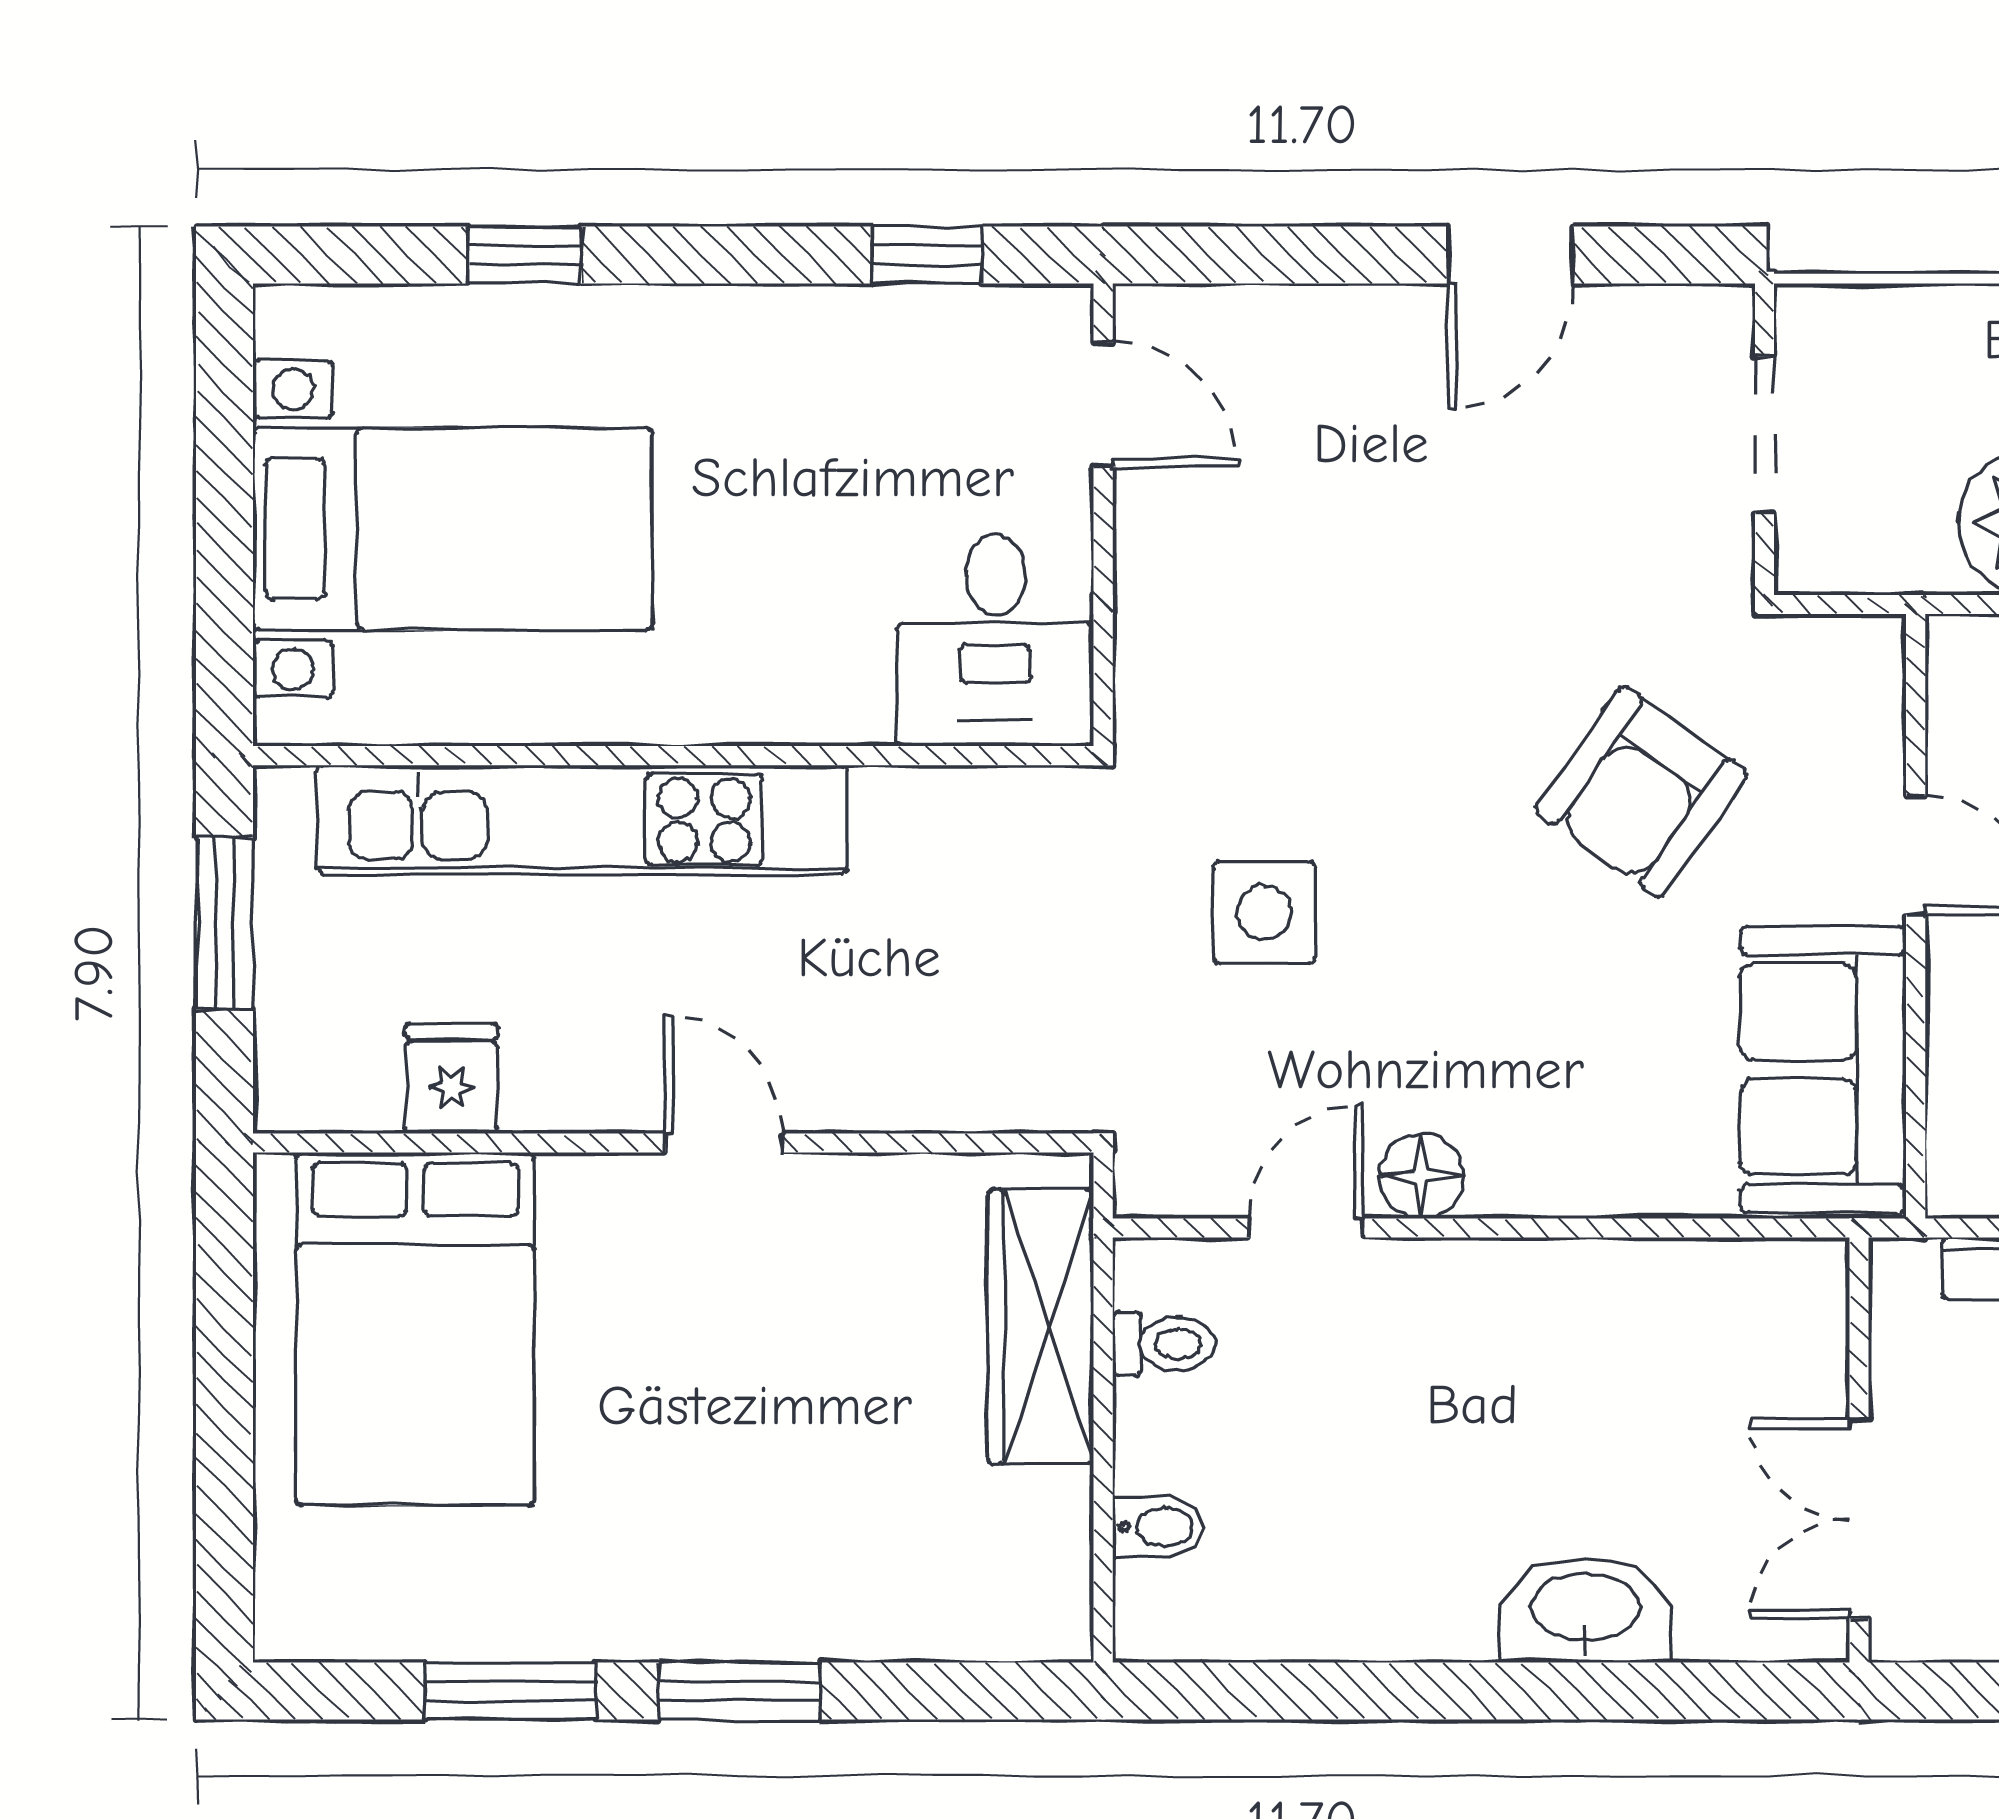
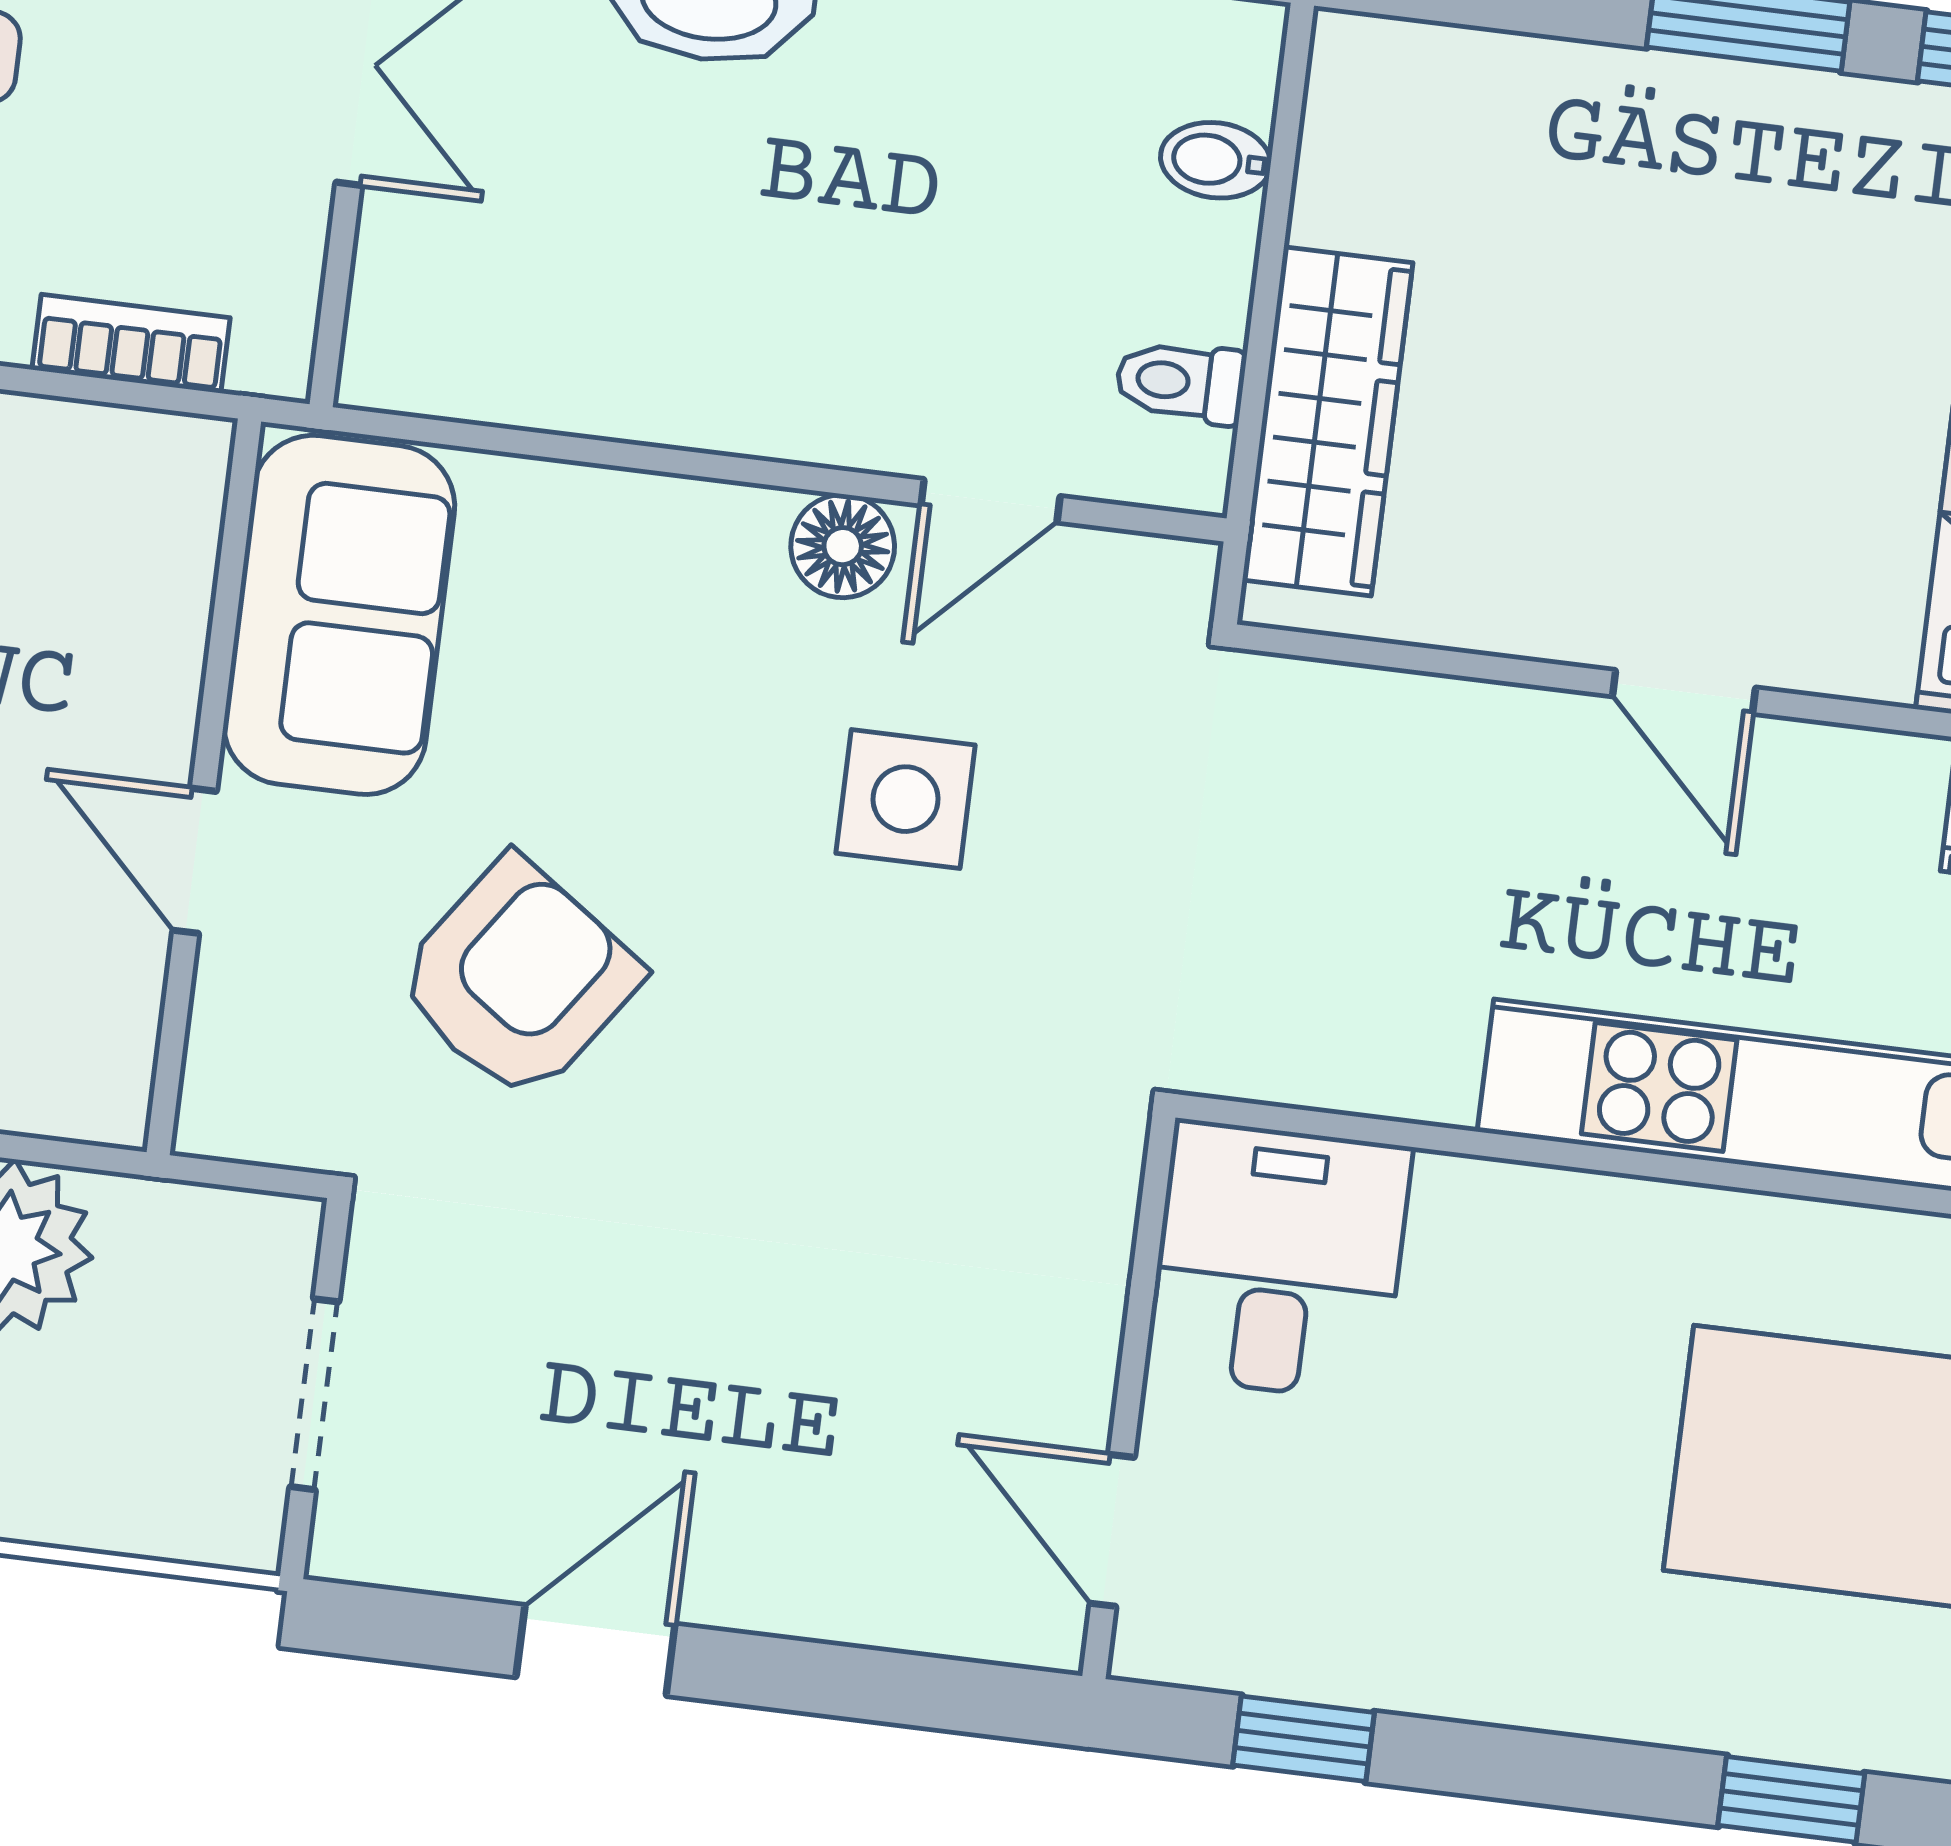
side table: (1264, 912) -> (906, 799), moved

